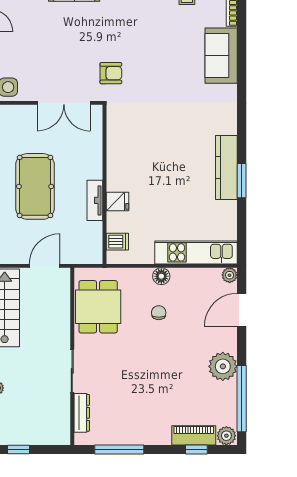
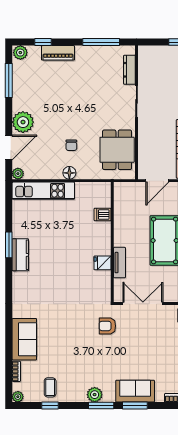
kitchen counter: (226, 167) -> (20, 255), width x0.67
tv unit: (95, 200) -> (119, 263), moved
fridge: (117, 202) -> (102, 263), moved
dishwasher: (117, 242) -> (103, 215), moved
plant: (223, 366) -> (23, 122), moved
window: (242, 399) -> (9, 80), width x0.68
piano: (194, 435) -> (58, 53), moved

